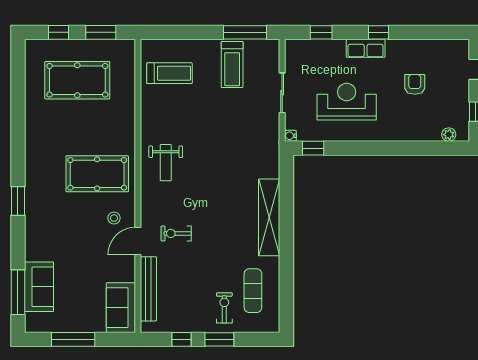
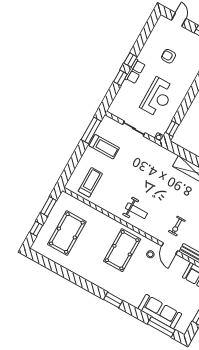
window: (321, 32) -> (120, 78), moved
reception desk: (347, 102) -> (158, 97), turned 180
sofa: (39, 287) -> (160, 311), width x1.36

